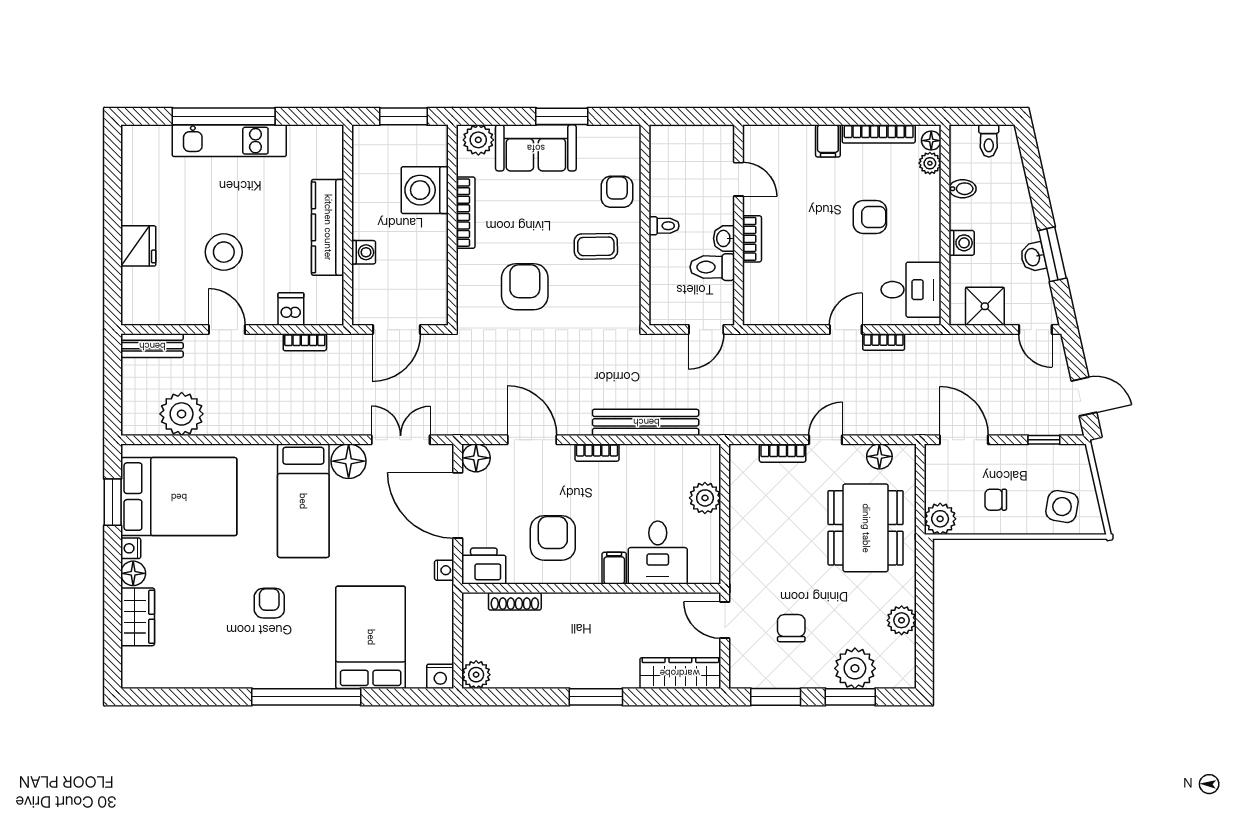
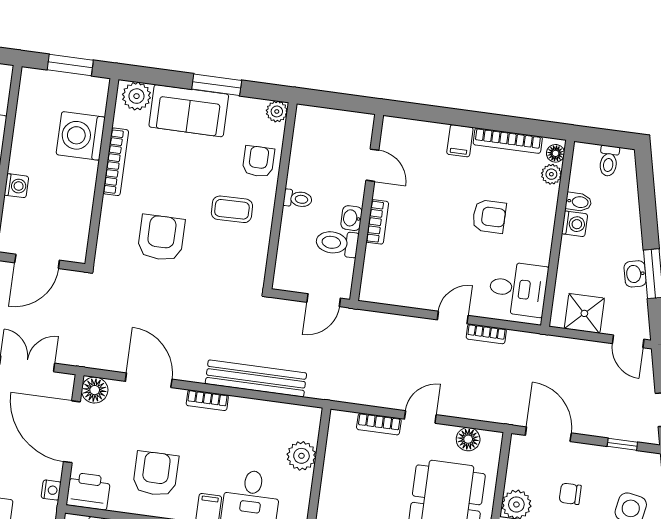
plant: (629, 136) -> (277, 111), added
washing machine: (962, 243) -> (575, 224), moved

